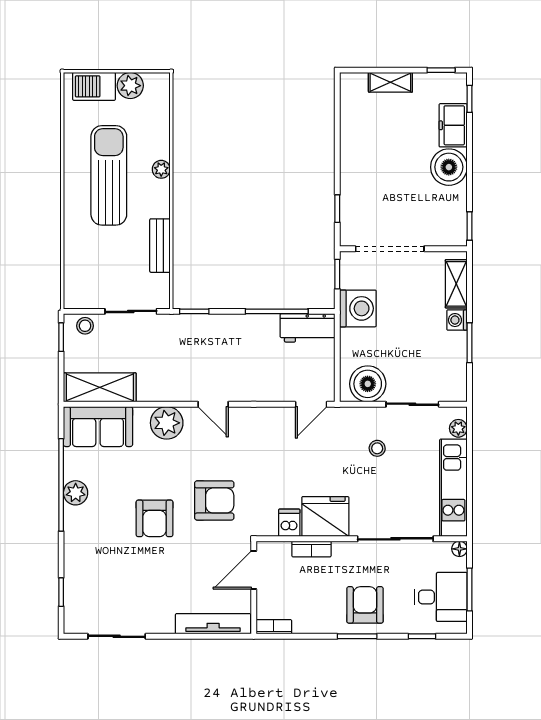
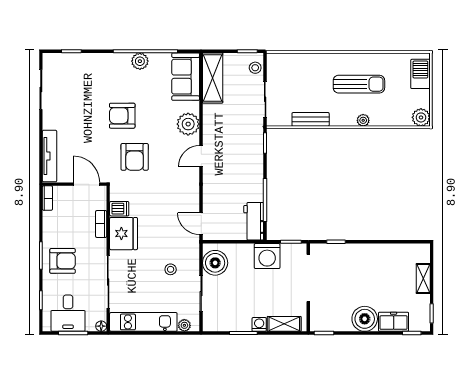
plant: (130, 86) -> (421, 117), moved
sun lounger: (109, 175) -> (359, 84), width x0.73, depth x0.75

